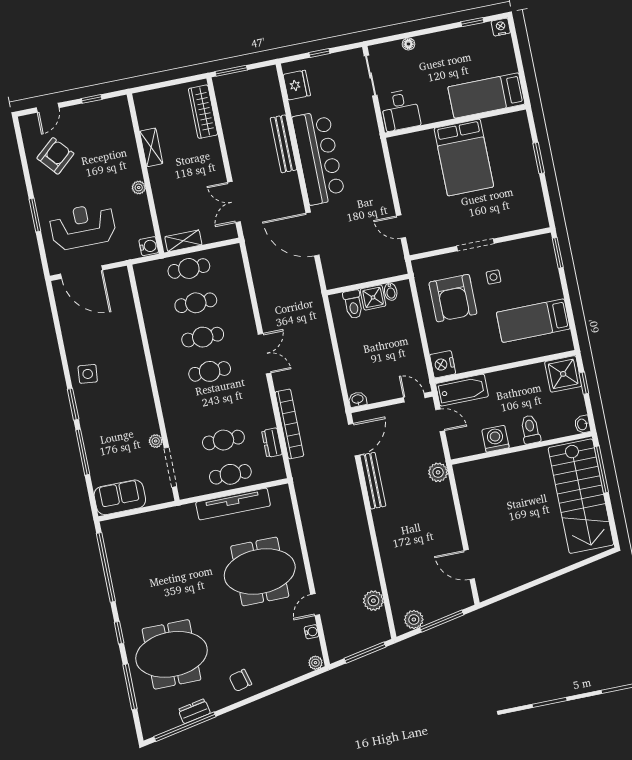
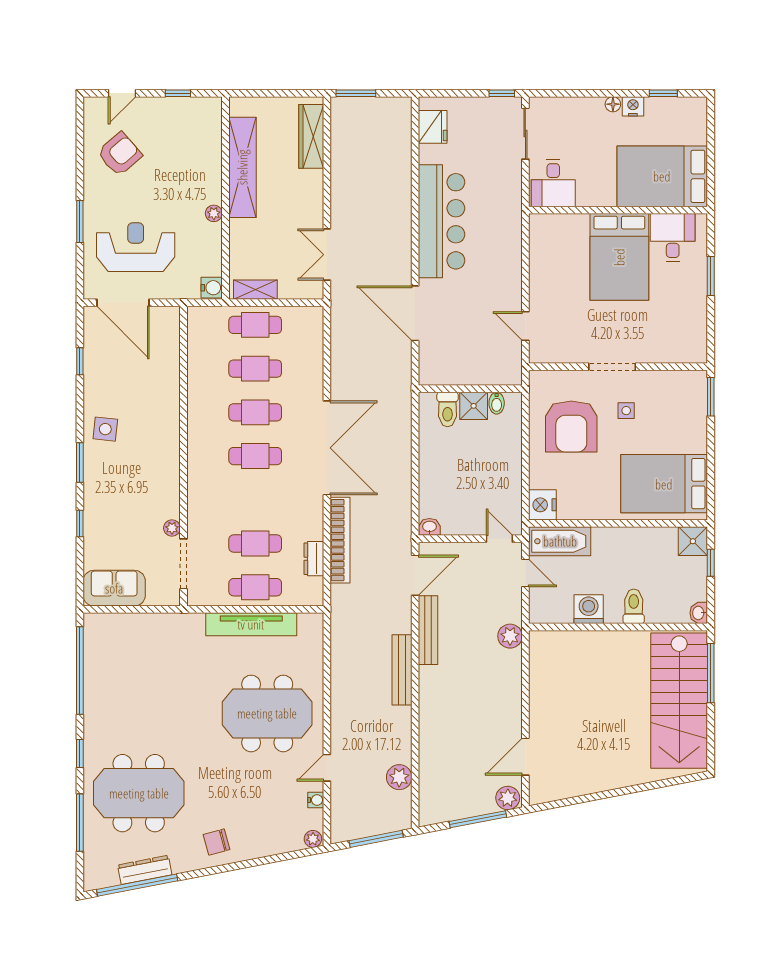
nightstand: (501, 27) -> (633, 106), moved
floor lamp: (408, 44) -> (613, 104), moved
window: (319, 53) -> (502, 93), moved
bed: (486, 95) -> (662, 176), width x1.50
desk: (503, 134) -> (673, 237), added
bench: (284, 144) -> (402, 670), moved
shelving: (151, 147) -> (242, 167), width x2.20, depth x1.33
bed: (533, 321) -> (664, 484), width x1.50
window: (57, 325) -> (80, 361), added
double door: (265, 354) -> (327, 448), width x1.87
shower: (563, 374) -> (693, 541), width x0.73, depth x0.73
window: (83, 452) -> (80, 524), width x0.46
door: (469, 565) -> (525, 757), hinge flipped
plant: (414, 620) -> (508, 798), moved
dresser: (194, 711) -> (145, 870), width x1.44

